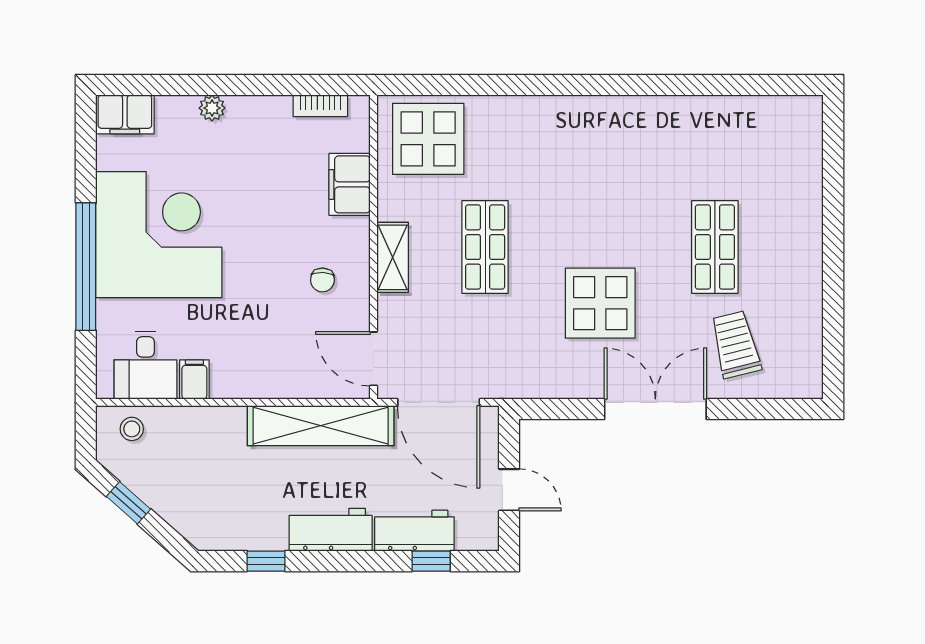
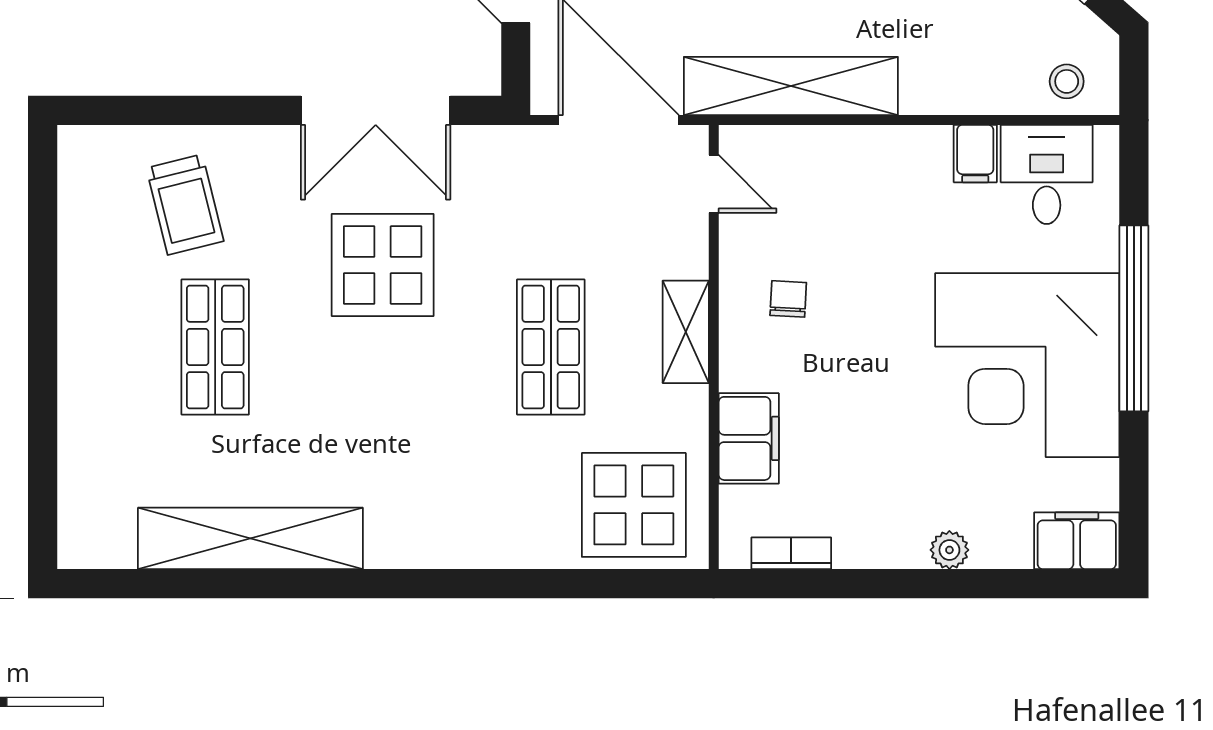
shelving: (691, 116) -> (250, 538), added
door: (373, 359) -> (714, 184), width x0.73
double door: (655, 409) -> (376, 110), moved

